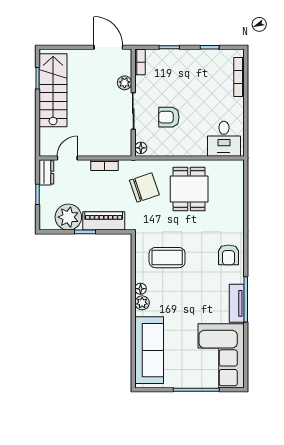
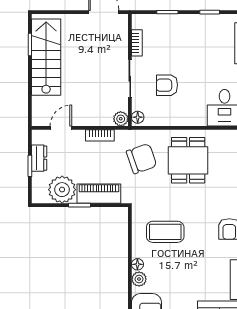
bookcase: (140, 62) -> (137, 43), moved
plant: (125, 83) -> (121, 119), moved
dresser: (46, 172) -> (39, 158), moved

